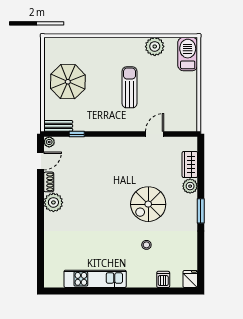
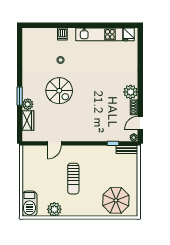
parasol: (68, 82) -> (116, 200), moved
spiral stairs: (148, 204) -> (59, 91), turned 90
window: (201, 211) -> (20, 96), moved
dishwasher: (163, 279) -> (62, 34), moved
fridge: (190, 279) -> (129, 34), moved

